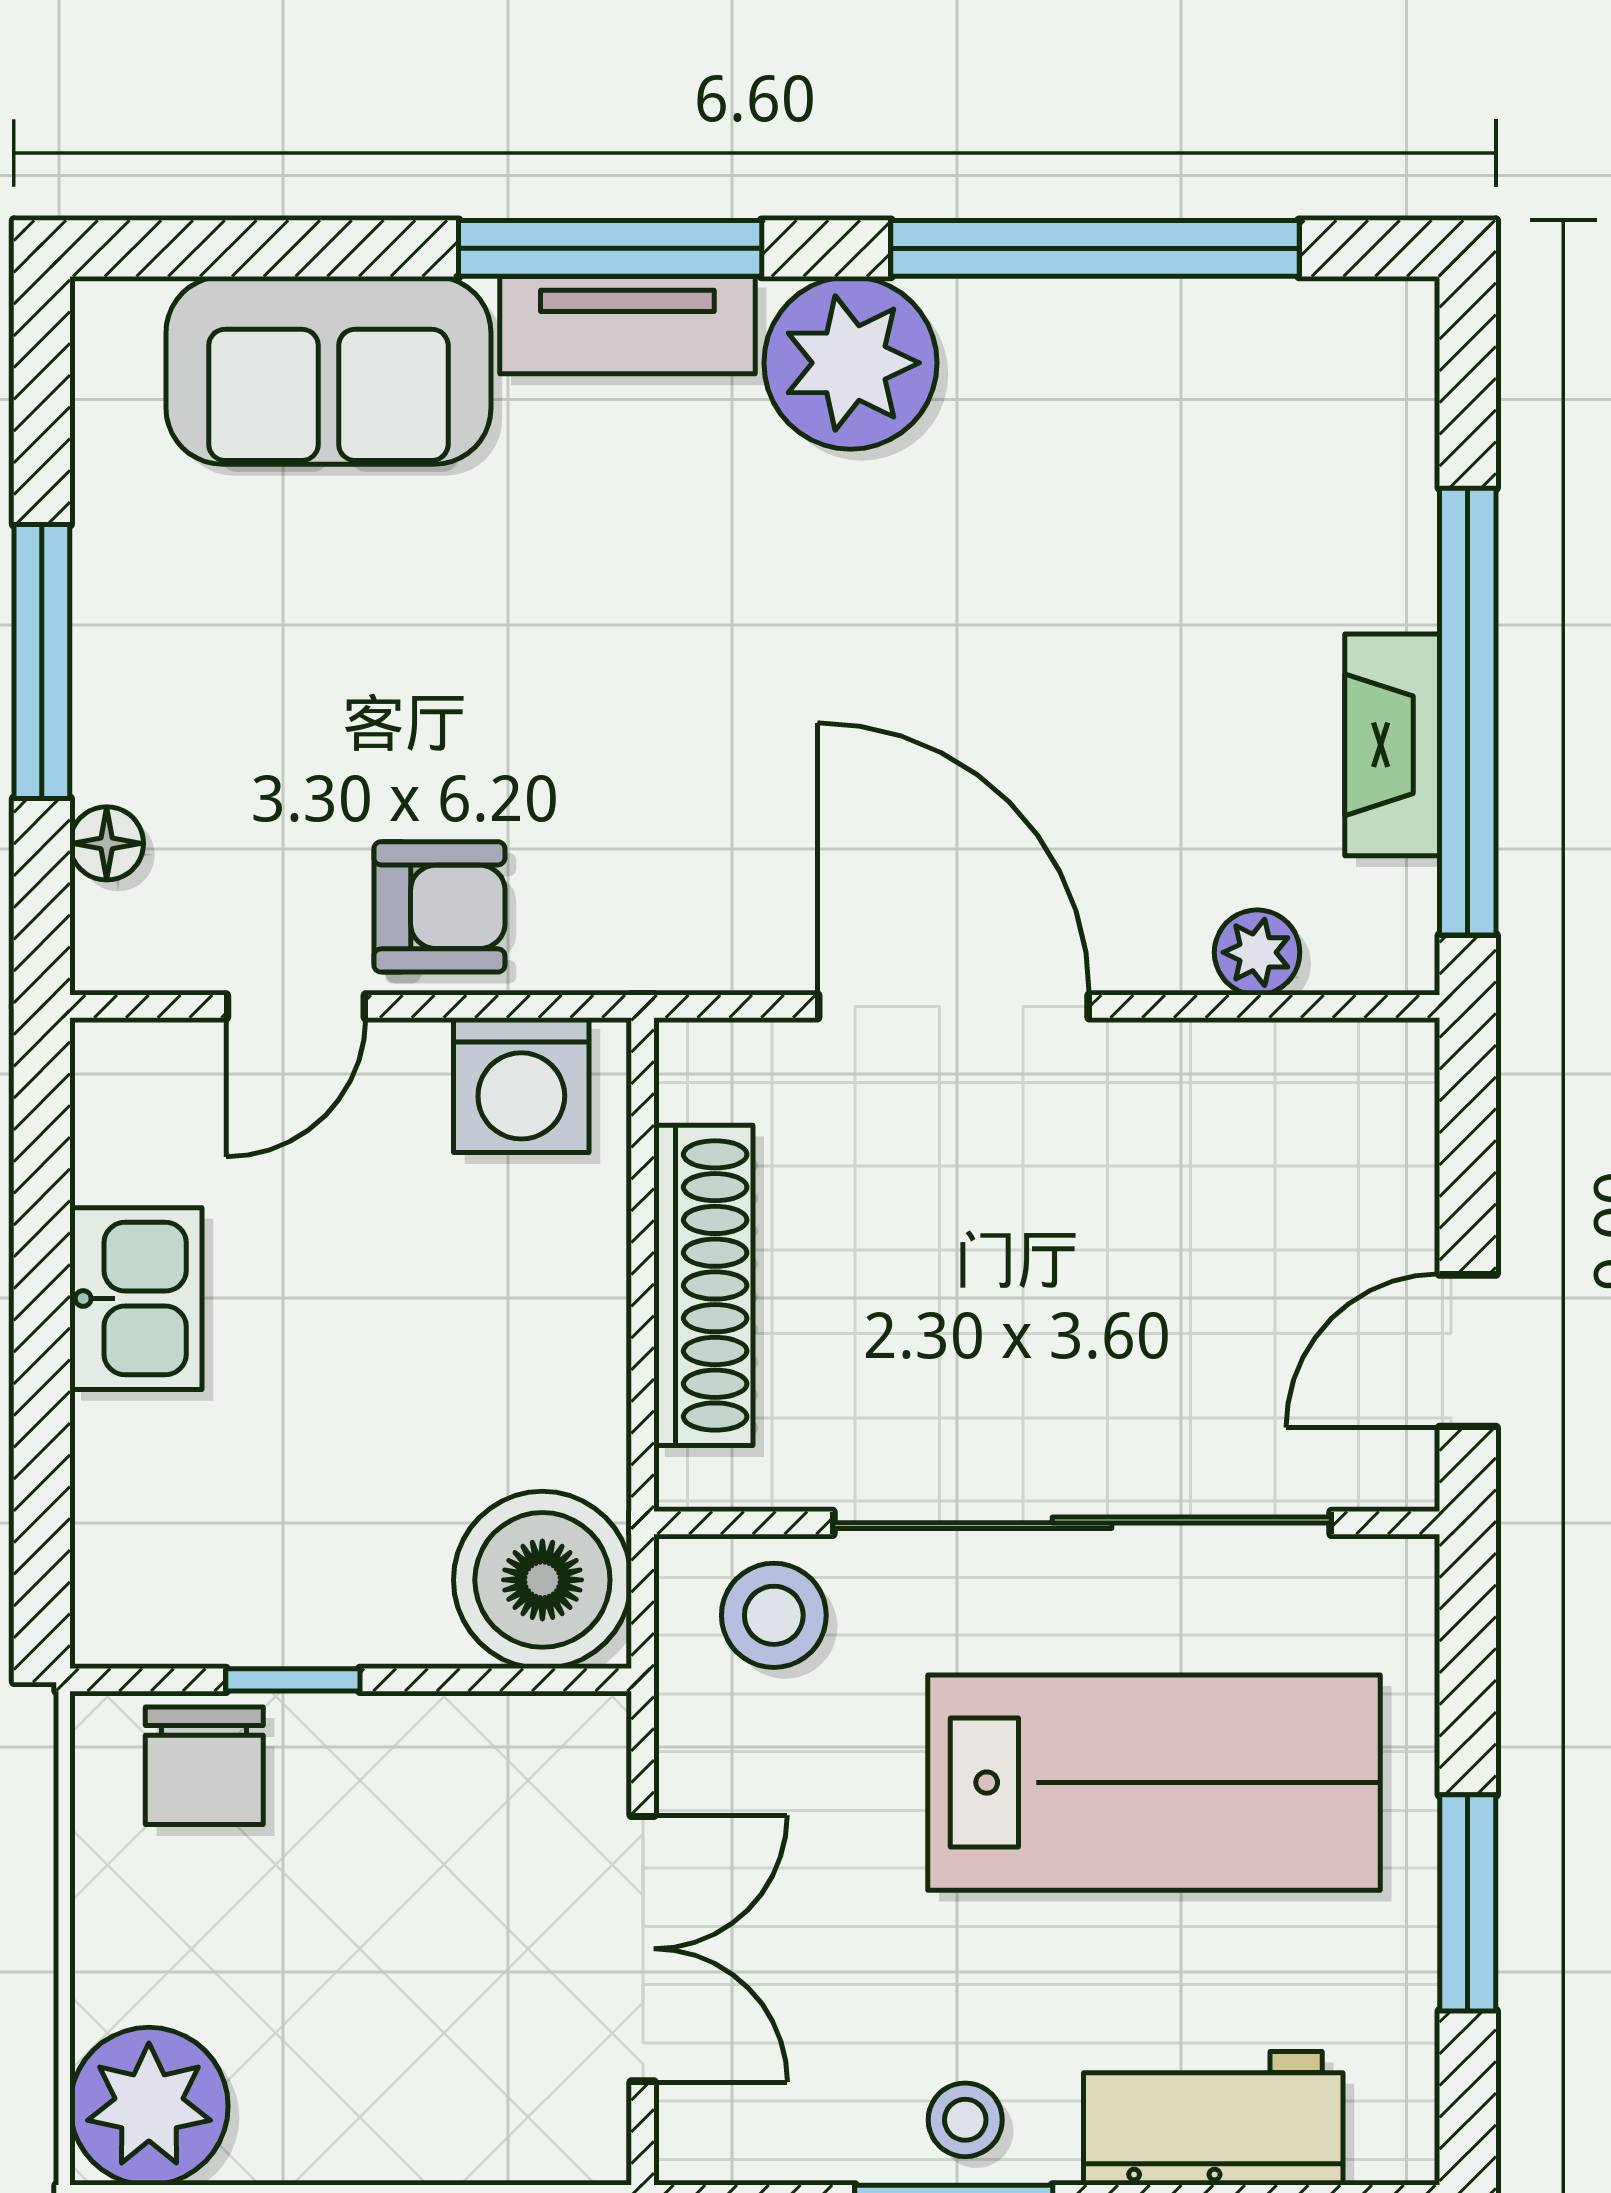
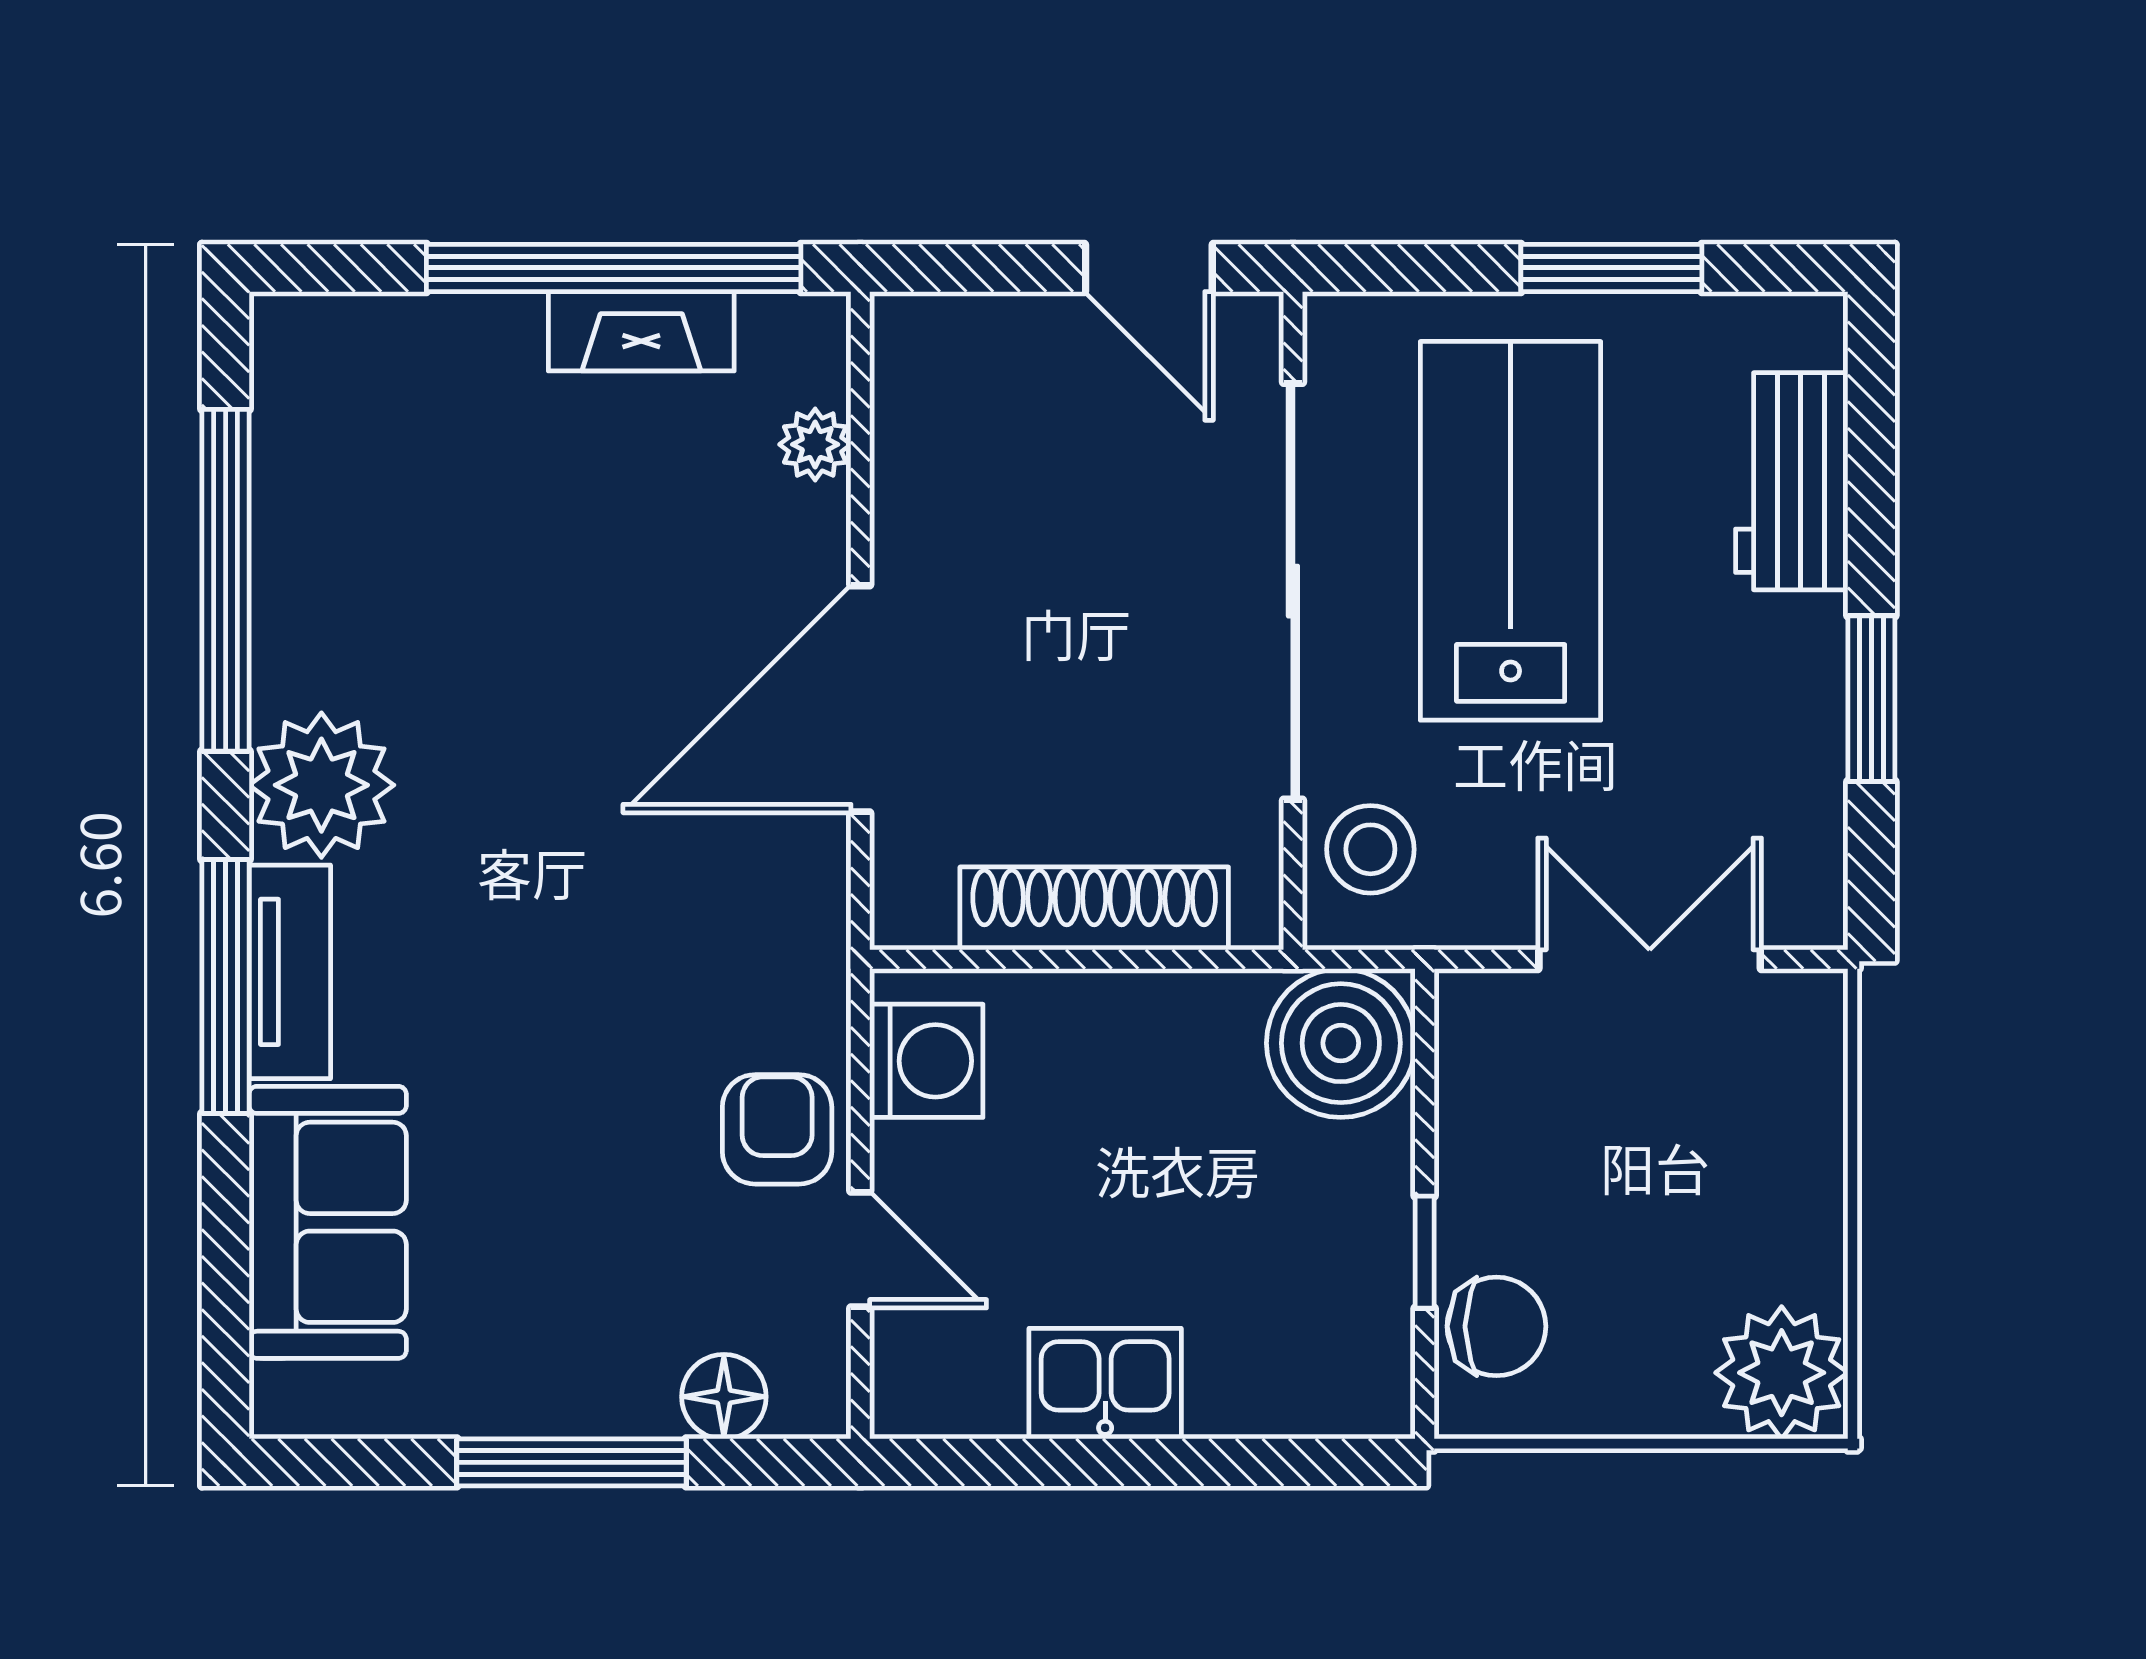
floor lamp: (107, 843) -> (724, 1397), width x1.37, depth x1.37
stool: (965, 2120) -> (1793, 689), removed

